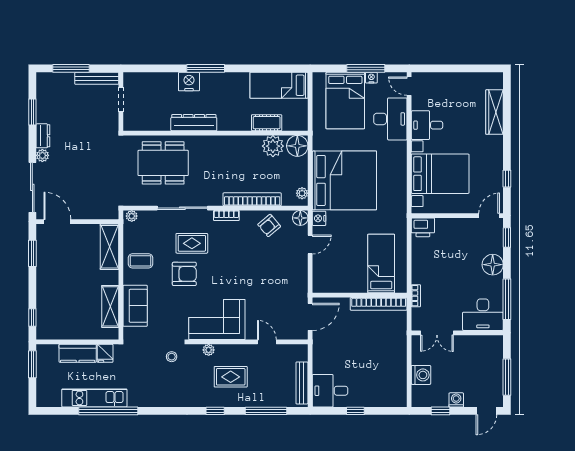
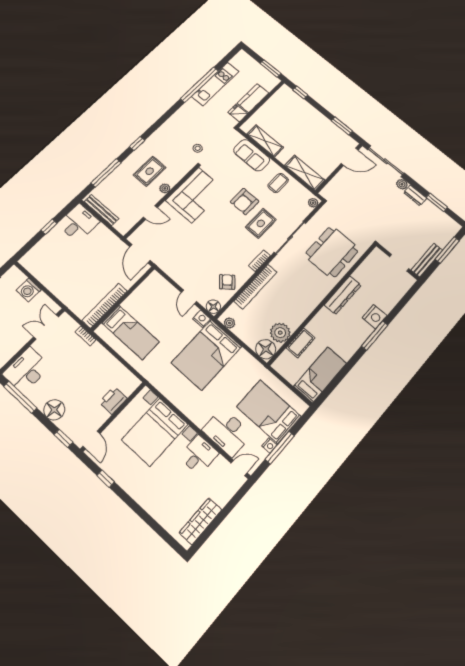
wardrobe: (494, 112) -> (200, 521), moved, turned -90
bed: (344, 180) -> (207, 355), width x0.73
printer: (423, 227) -> (113, 400), moved
plant: (209, 350) -> (165, 188), moved

